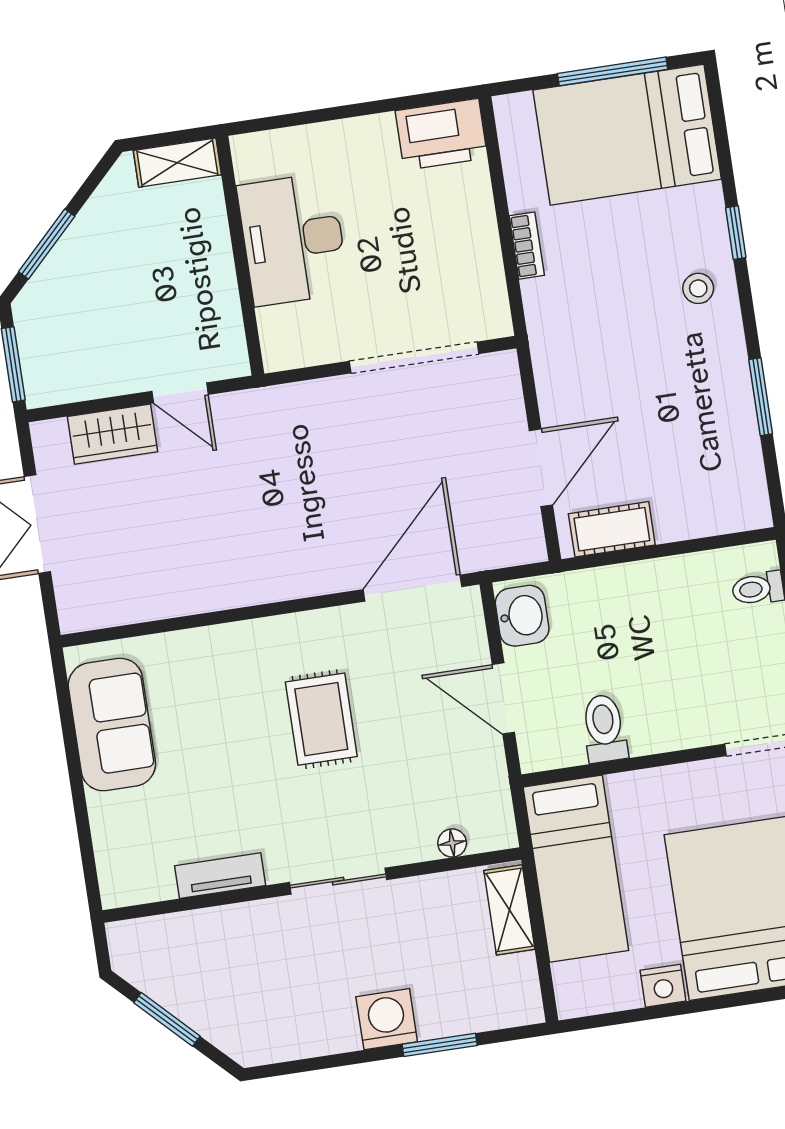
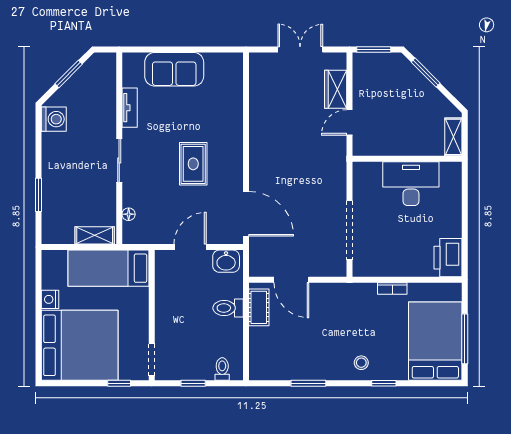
rug: (321, 719) -> (193, 164), turned 90
sofa: (112, 725) -> (174, 69), moved
toilet: (604, 728) -> (228, 308), moved, turned 180
washing machine: (387, 1019) -> (54, 119), moved

